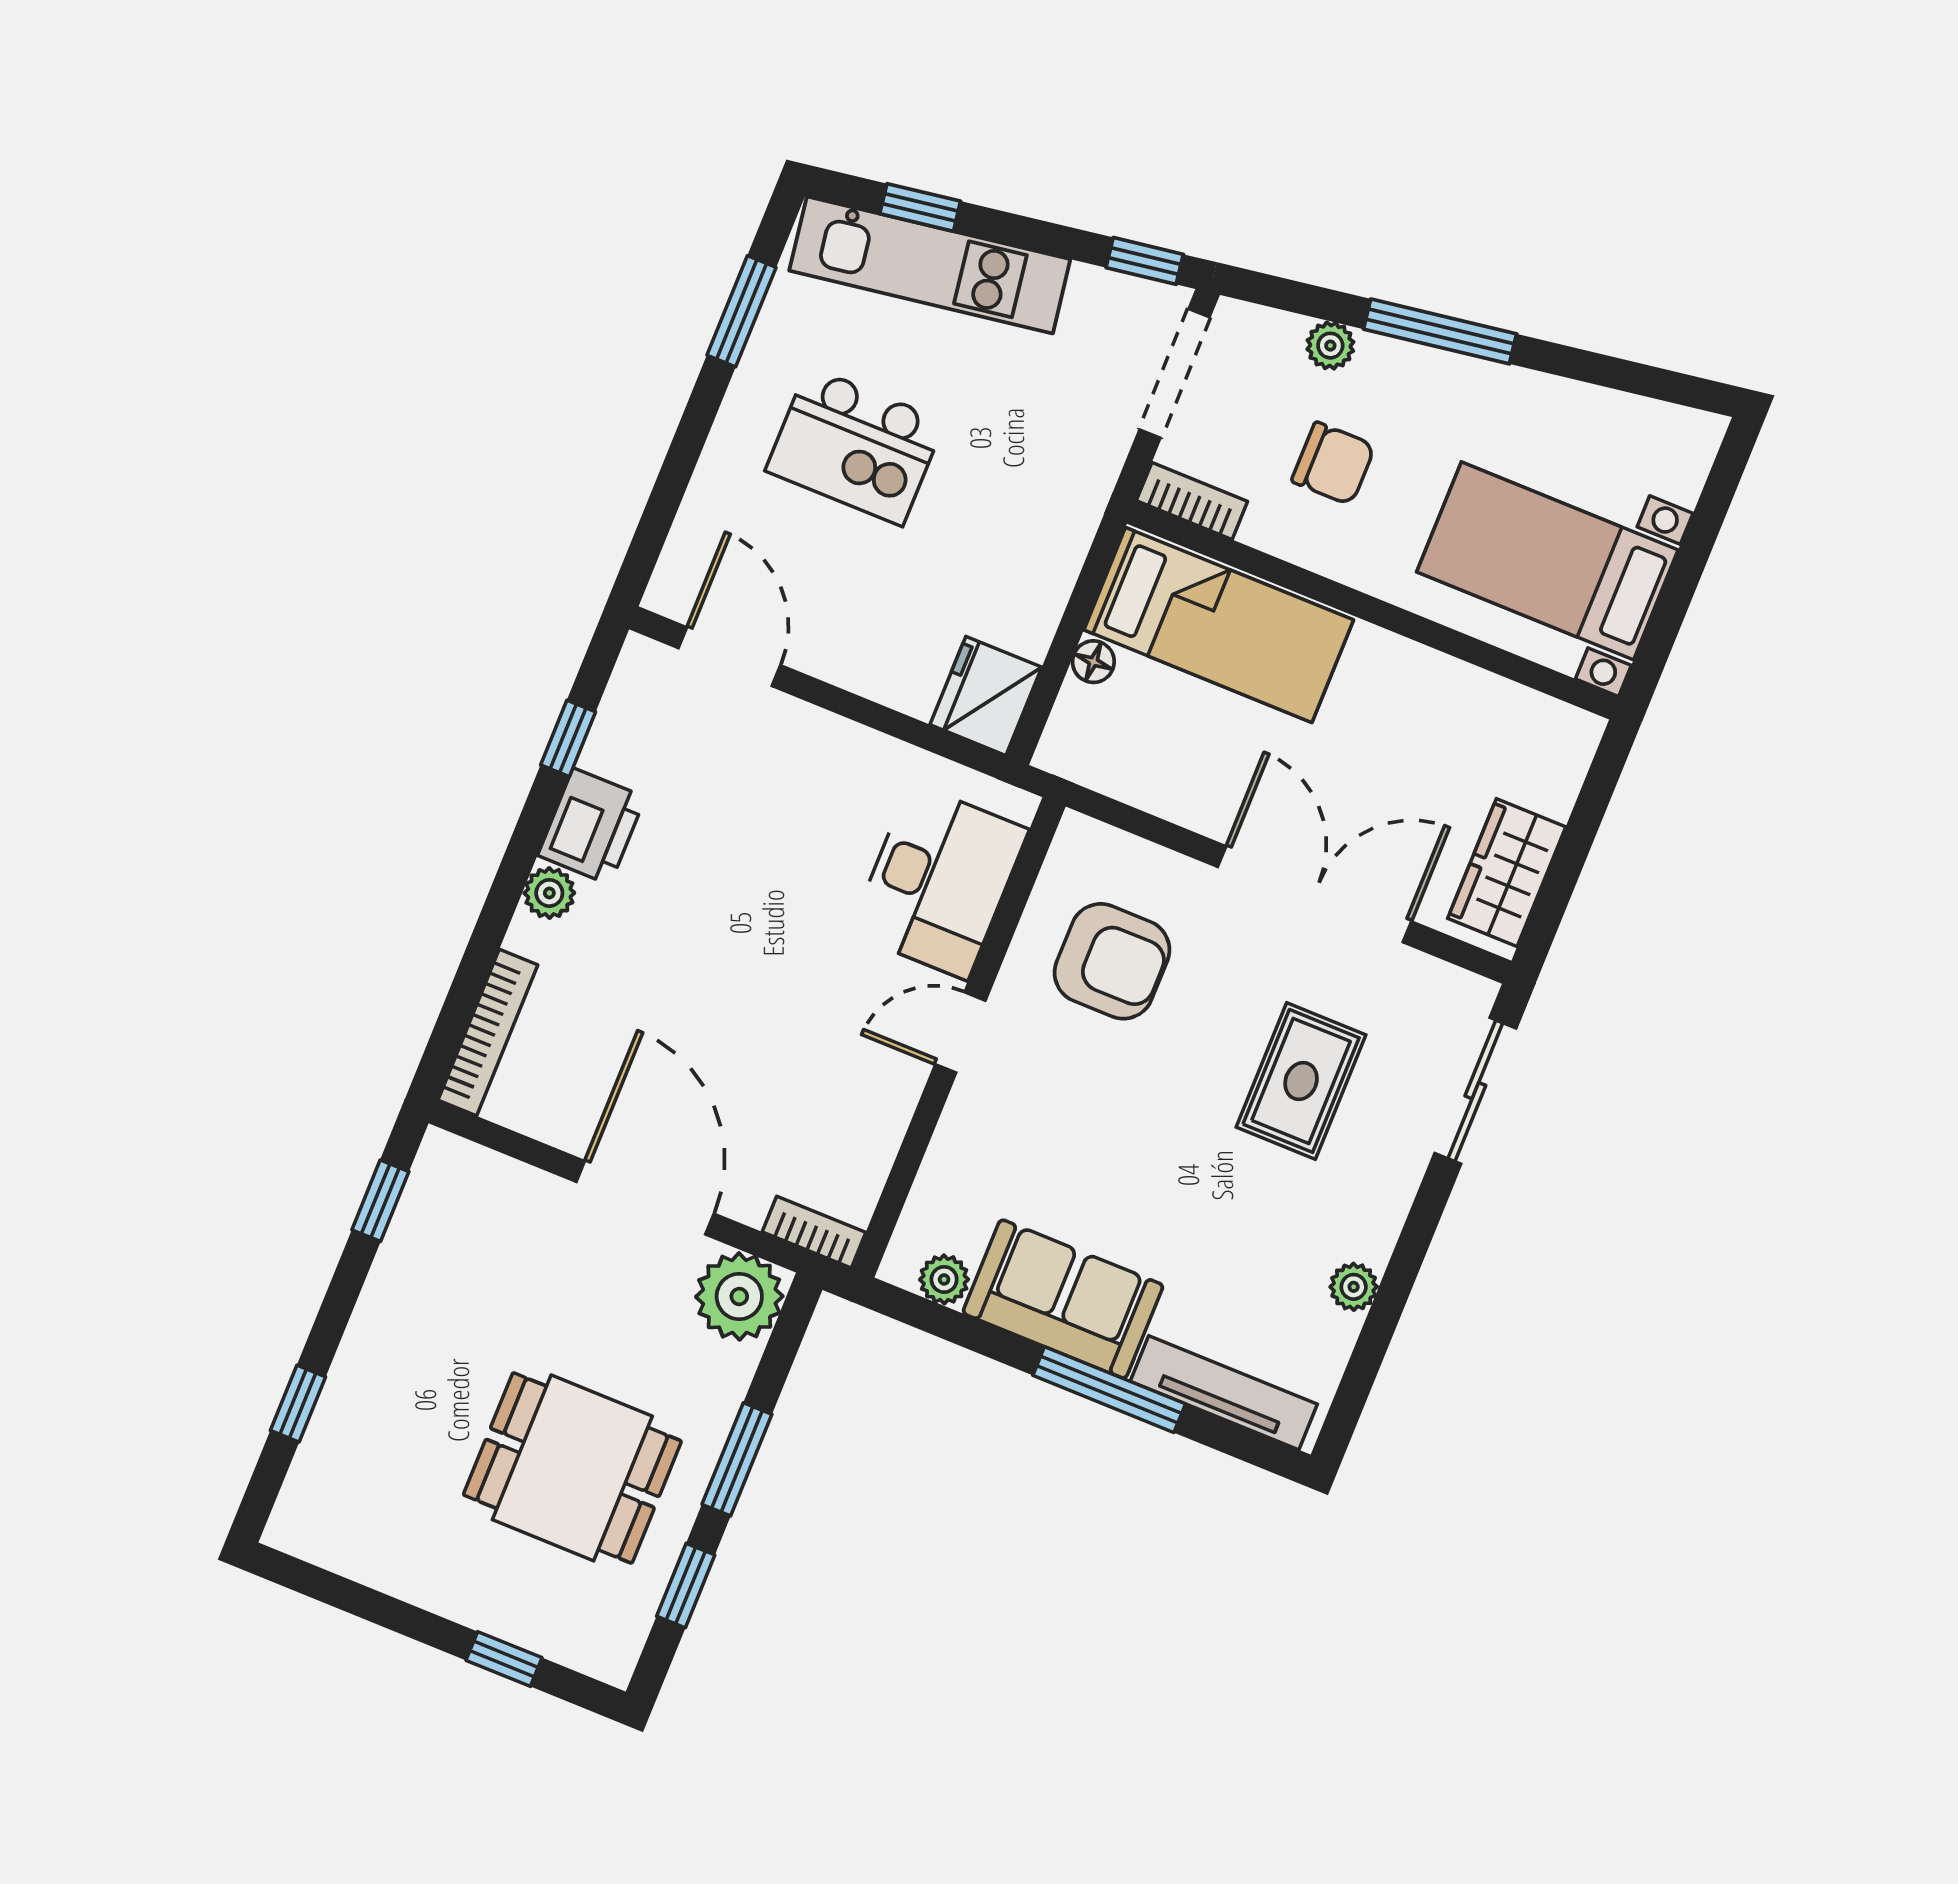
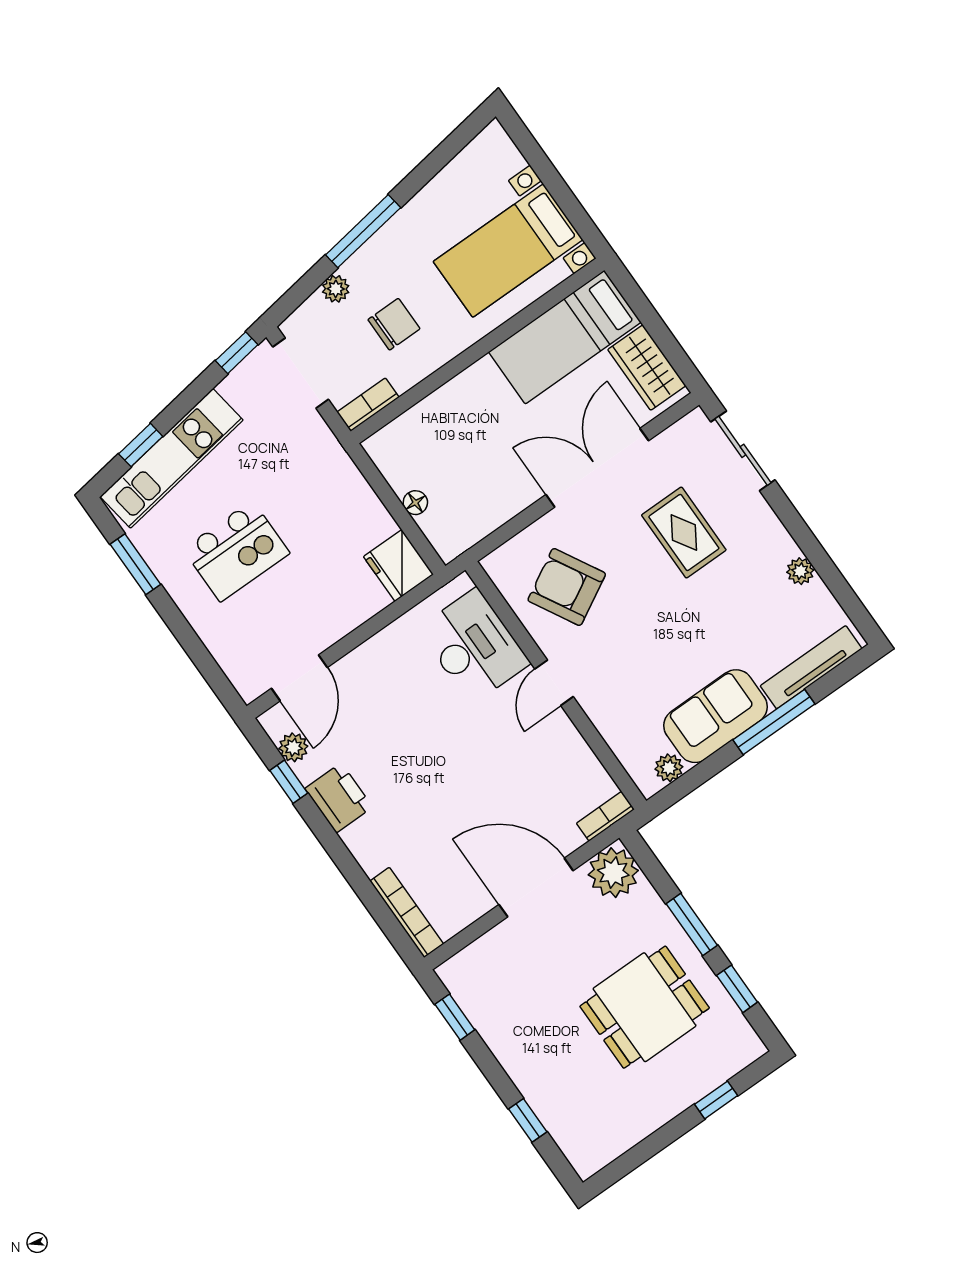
bed: (1219, 625) -> (565, 337), moved, turned 180
door: (729, 657) -> (299, 678), swing flipped
plant: (549, 893) -> (293, 747), moved
armchair: (1112, 961) -> (567, 587), turned -119

